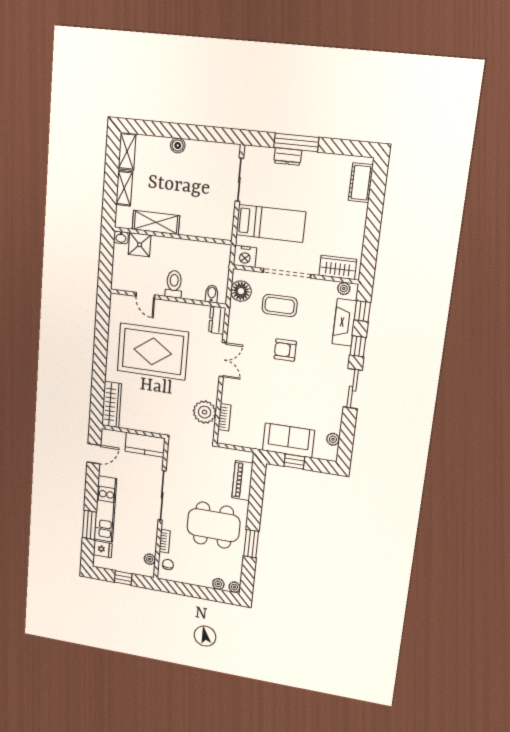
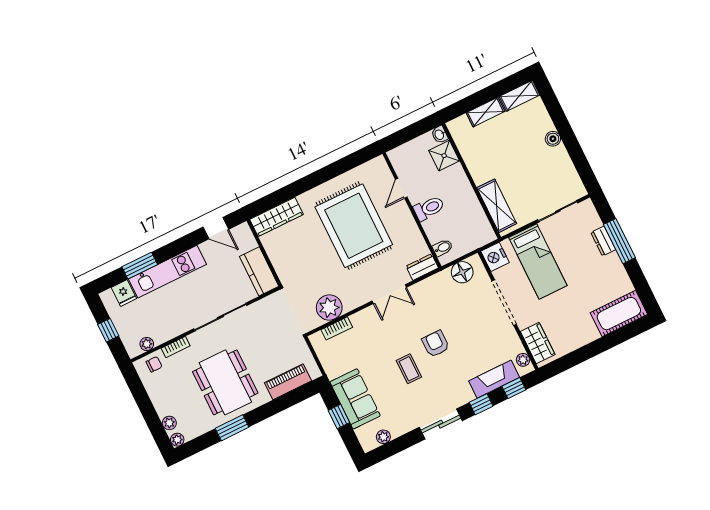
cot: (361, 183) -> (619, 314), width x1.37, depth x1.34
shelving: (156, 222) -> (497, 206), moved
coffee table: (280, 306) -> (409, 369), moved, width x0.73, depth x0.77

